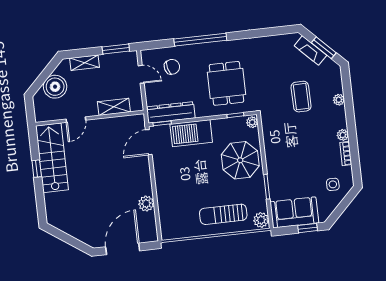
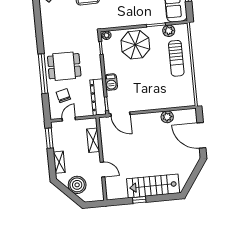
dining table: (226, 83) -> (64, 66), moved
barbecue: (191, 133) -> (111, 82), width x0.53, depth x0.65
stairs: (52, 158) -> (153, 186), moved
plant: (261, 220) -> (169, 31), moved

